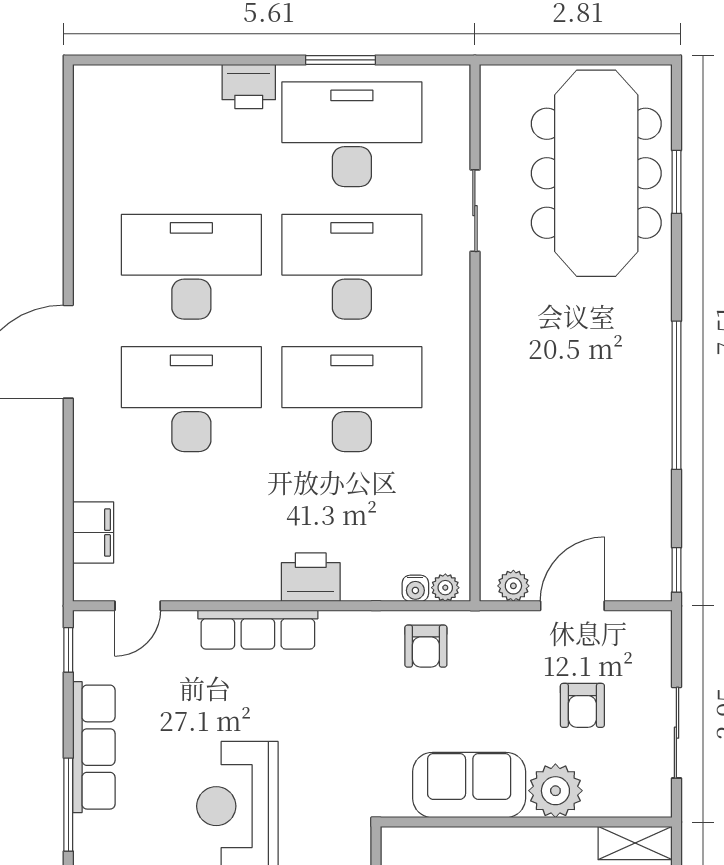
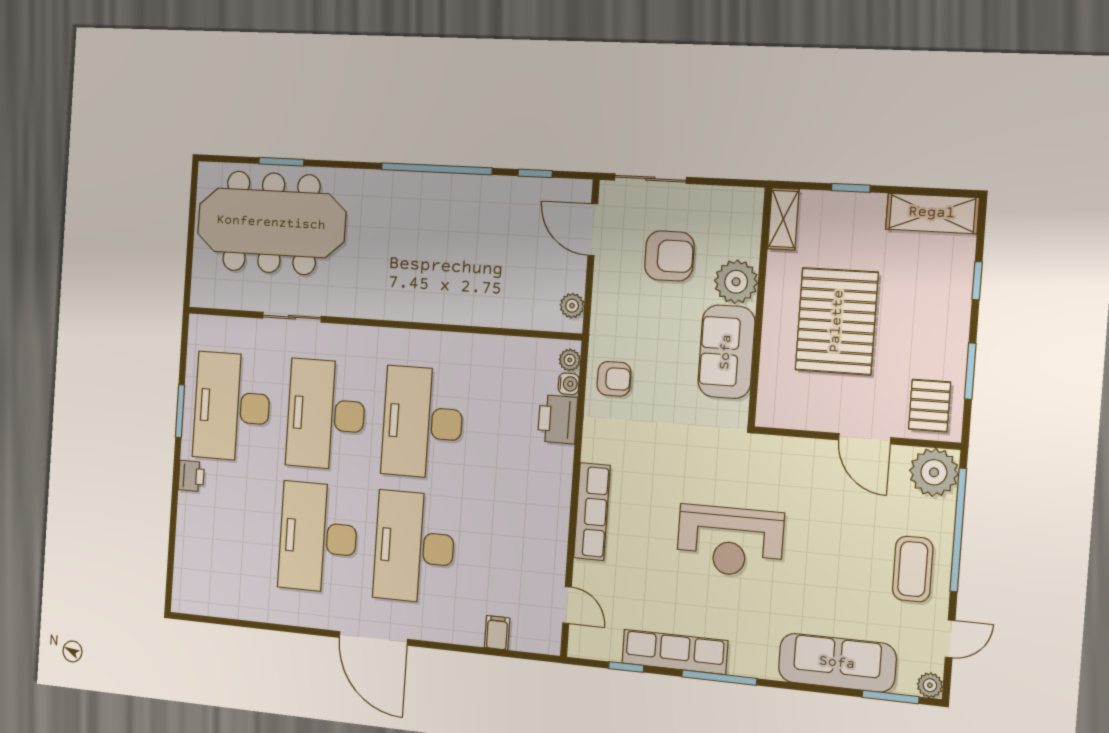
printer: (249, 86) -> (191, 476), width x0.73, depth x0.81
filing cabinet: (93, 533) -> (497, 633), width x0.50
window: (676, 570) -> (535, 173), moved
printer: (311, 577) -> (558, 419), moved
door: (572, 606) -> (593, 230), moved
window: (68, 650) -> (626, 667), moved
armchair: (582, 705) -> (669, 256), width x1.38, depth x1.38
sliding door: (676, 733) -> (650, 179), moved

